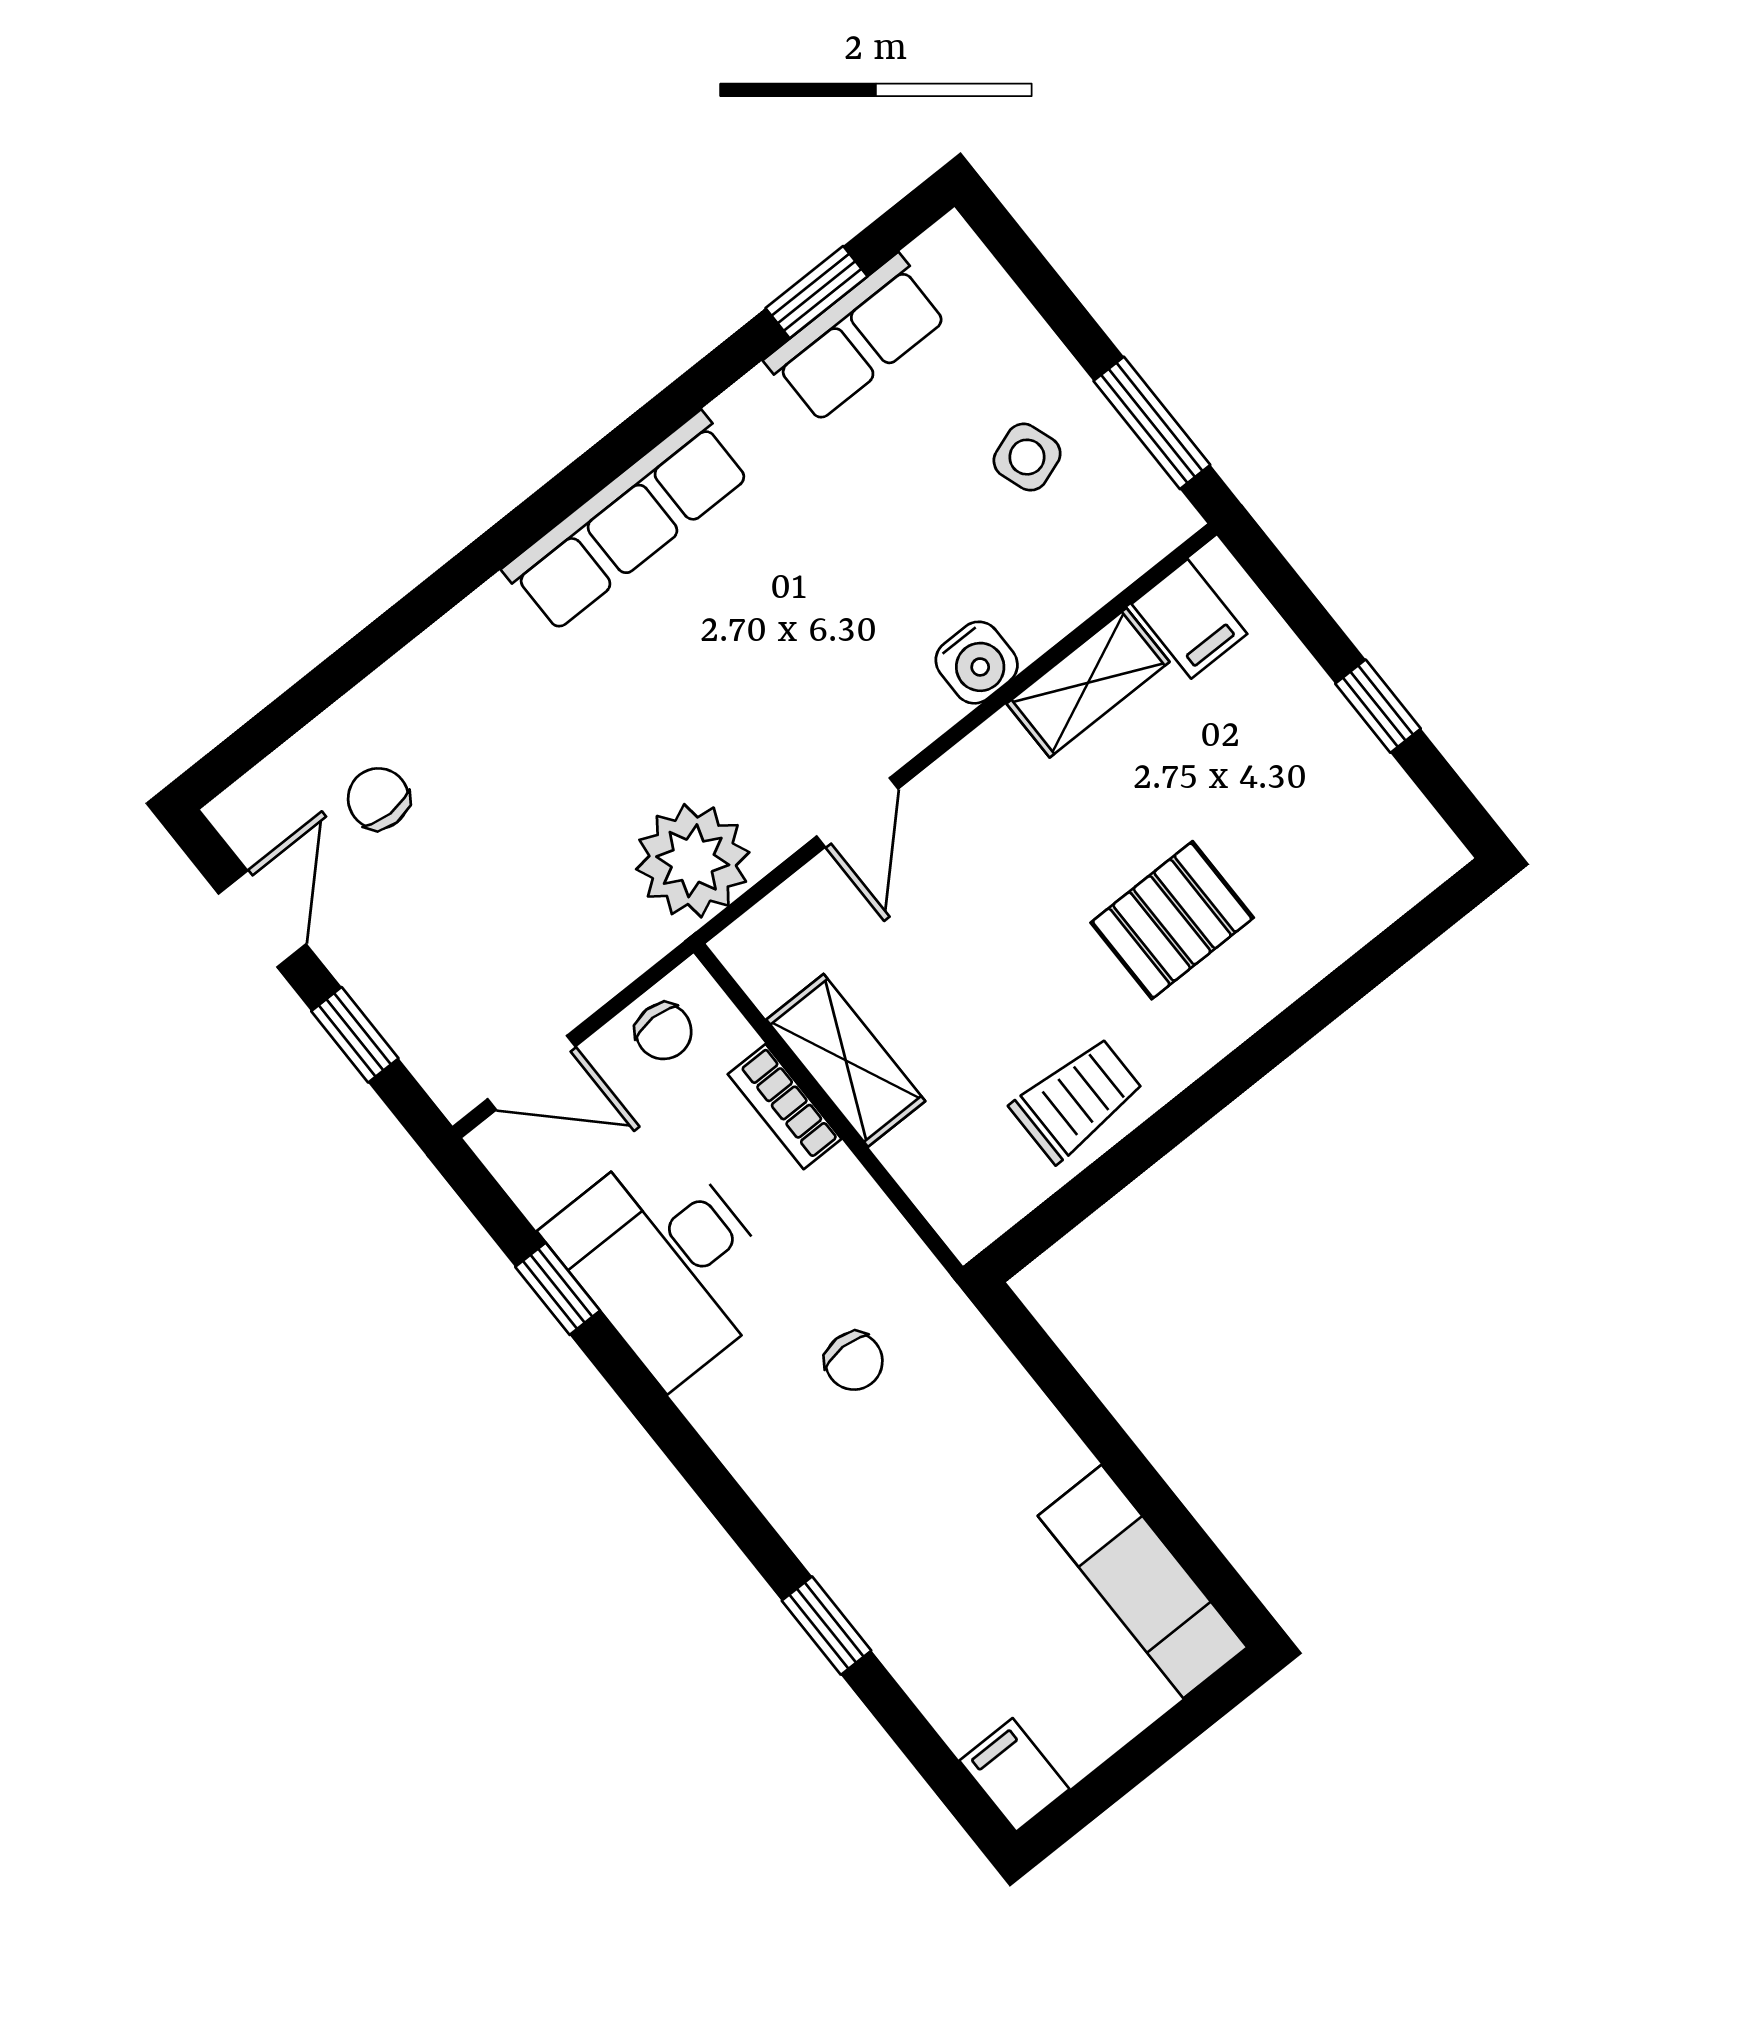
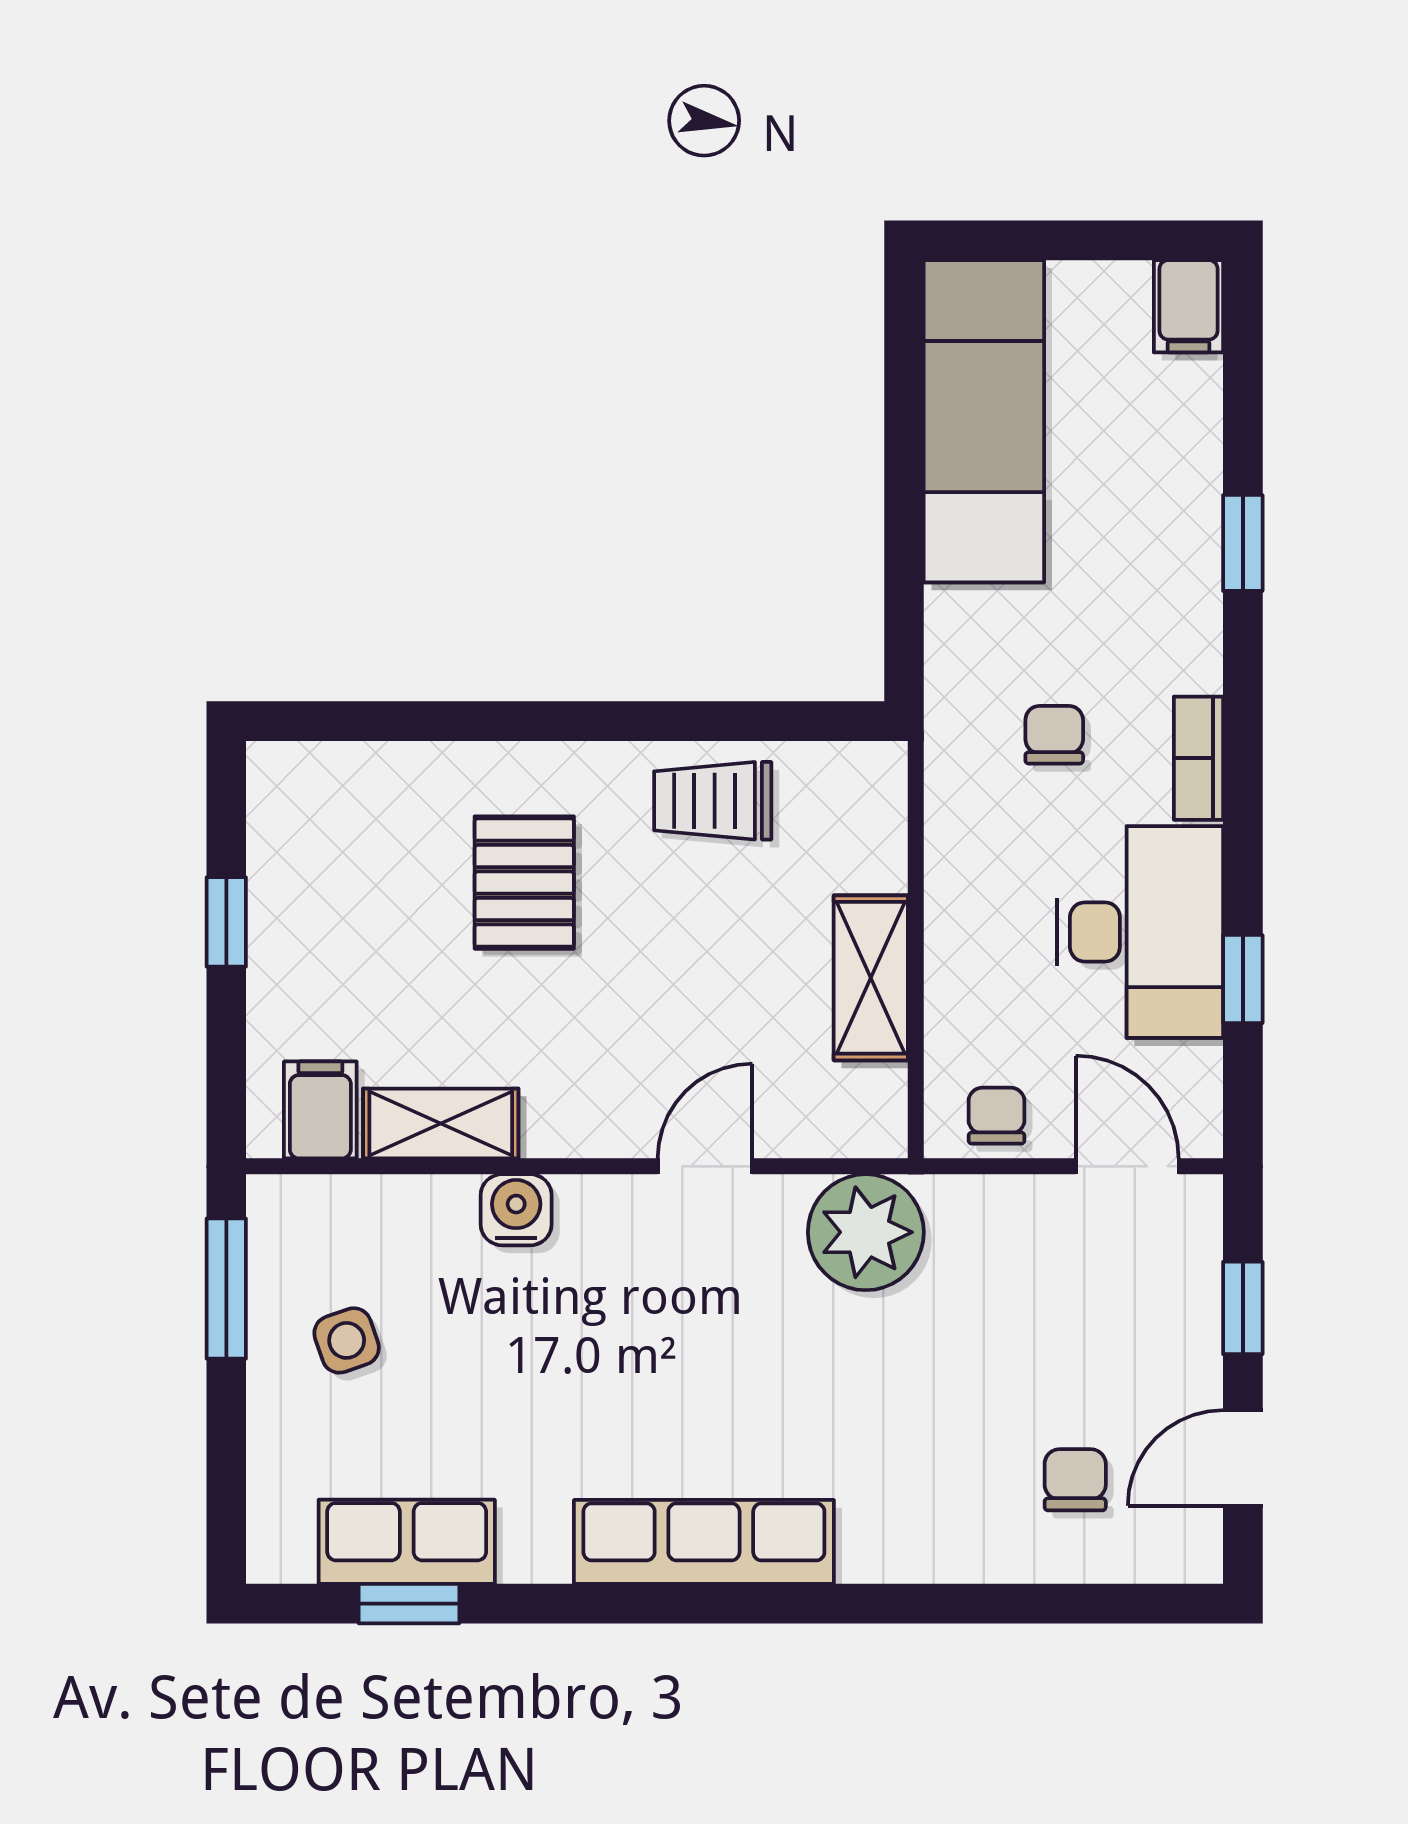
chair: (378, 799) -> (1075, 1480), turned 180
pallet: (1172, 920) -> (524, 883), turned 90
bookcase: (785, 1107) -> (1198, 758), moved, turned 180
exam couch: (1143, 1582) -> (984, 421), width x1.36, depth x1.45

